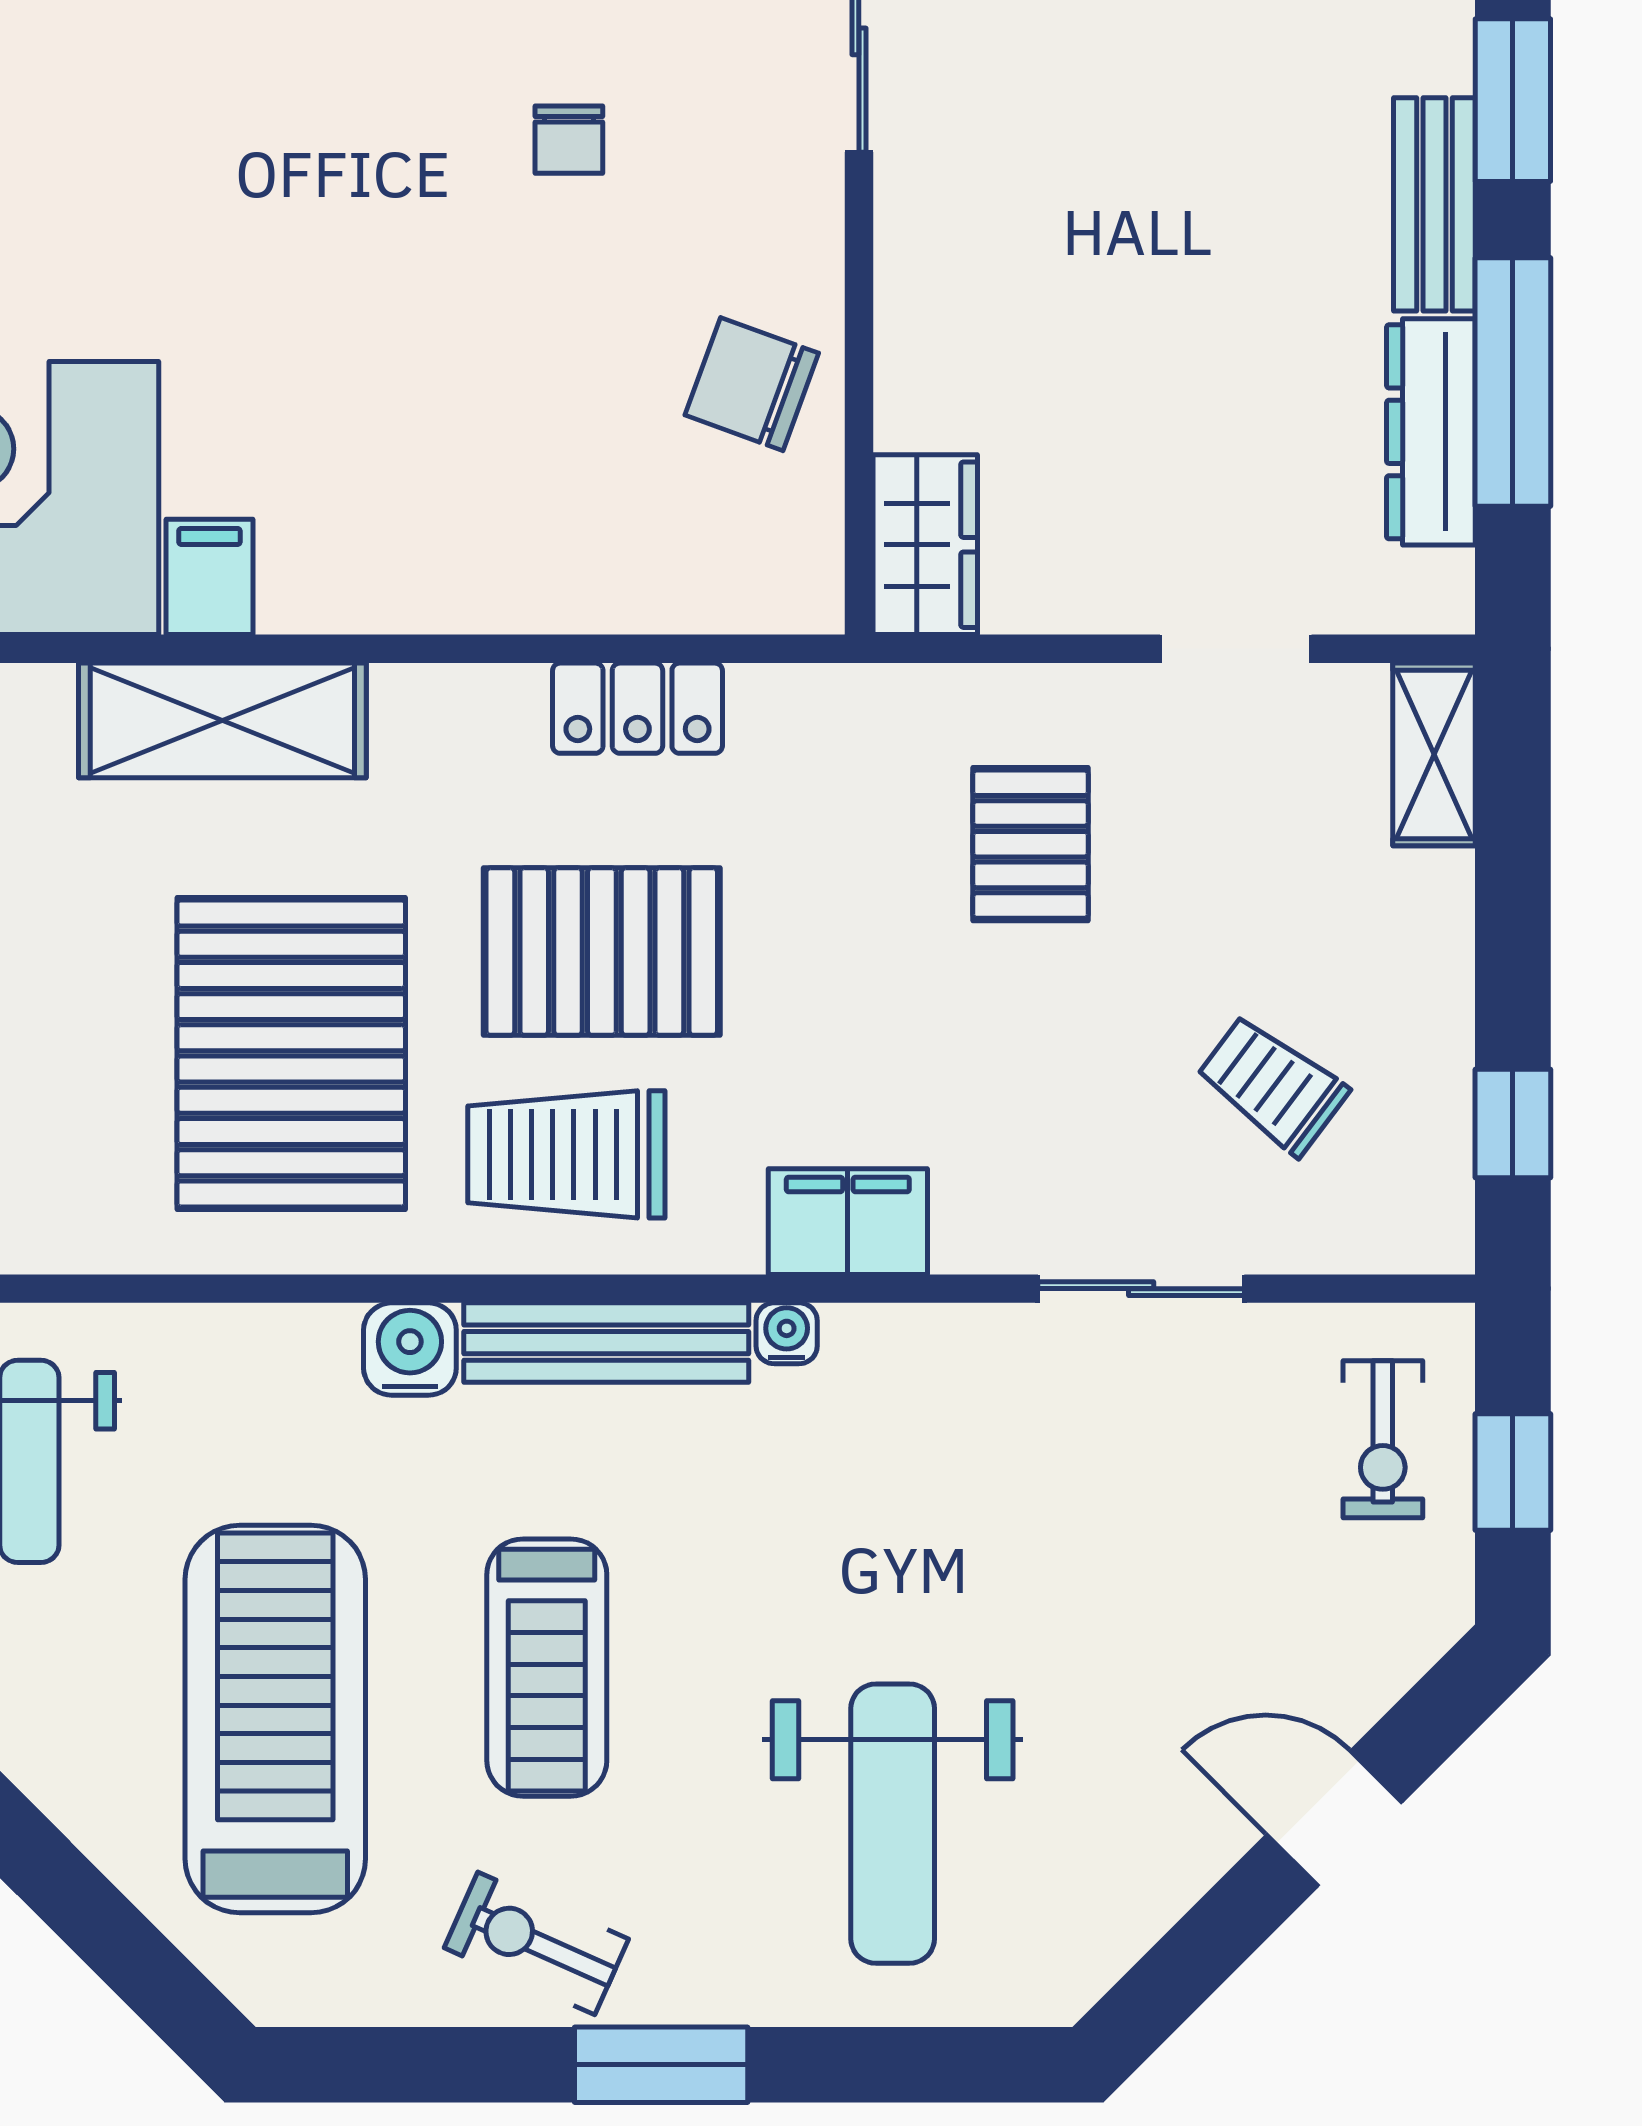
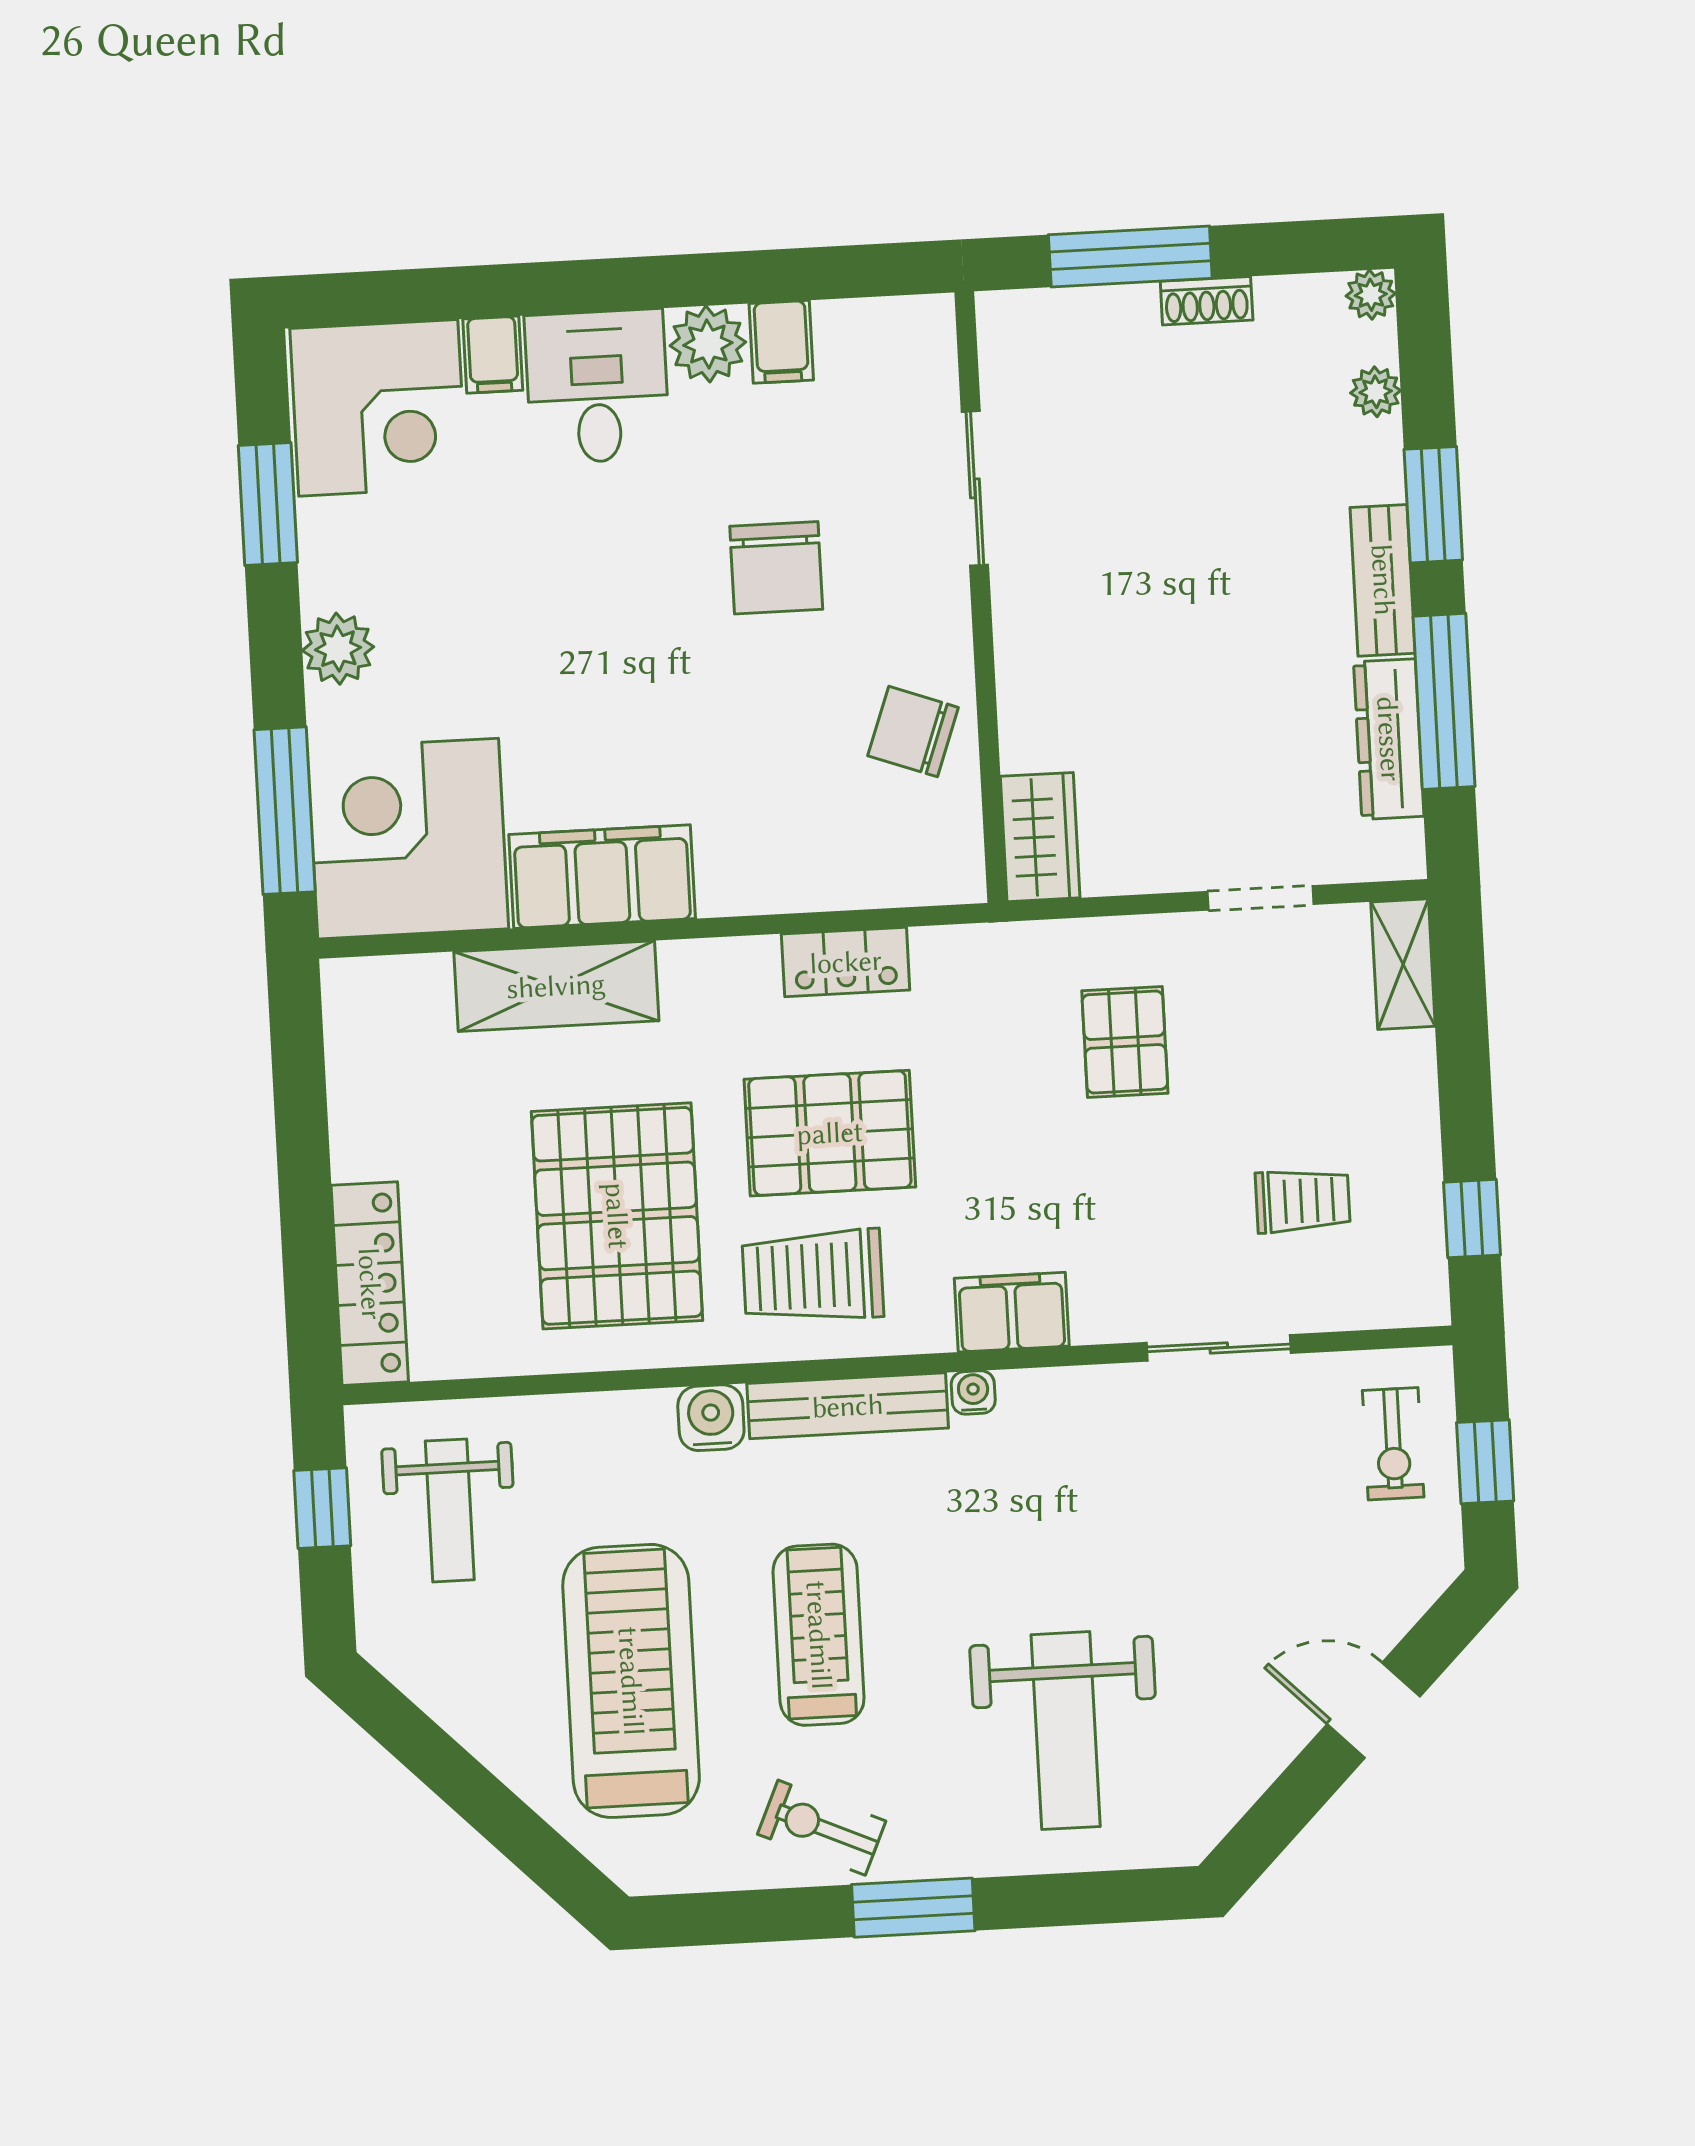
chair: (569, 140) -> (776, 568), width x1.87, depth x1.87
filing cabinet: (209, 577) -> (602, 877), width x3.00, depth x1.17
trolley: (1272, 1085) -> (1303, 1201), turned 143
treadmill: (547, 1668) -> (819, 1635), turned 180

